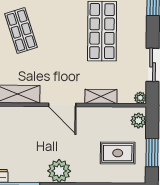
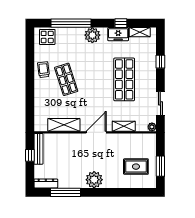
door: (62, 105) -> (96, 132), swing flipped
plant: (138, 121) -> (151, 143), removed

